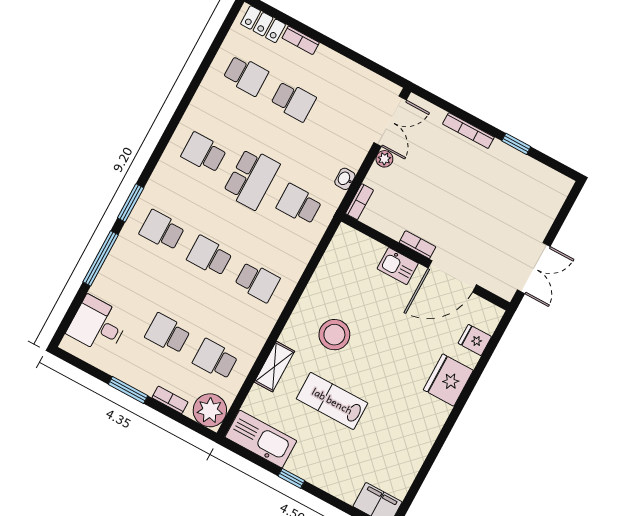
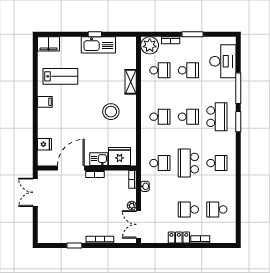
locker: (263, 24) -> (179, 238), moved
school desk: (162, 230) -> (217, 117), width x1.85
school desk: (257, 282) -> (160, 117), turned 180
desk: (98, 325) -> (223, 61), width x1.37
fridge: (448, 380) -> (120, 156), moved, turned -90
lab bench: (332, 401) -> (60, 76), moved
filing cabinet: (436, 411) -> (45, 102), added
kitchen sink: (261, 439) -> (98, 45), moved

